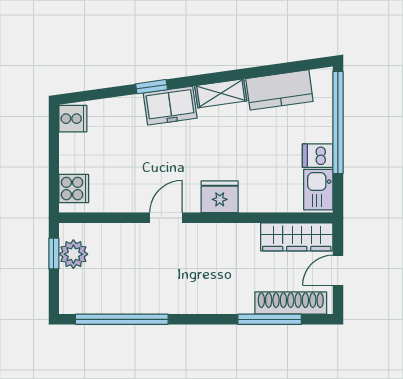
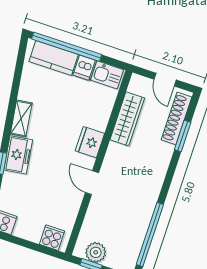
kitchen counter: (279, 90) -> (54, 58), moved, turned 98
wardrobe: (297, 237) -> (127, 119), moved
window: (270, 319) -> (183, 136), width x0.69

